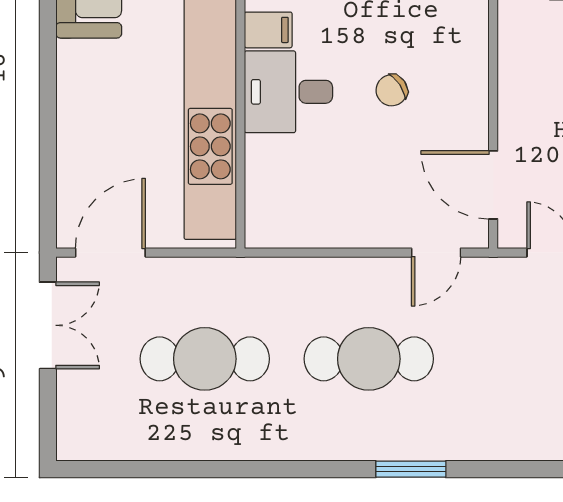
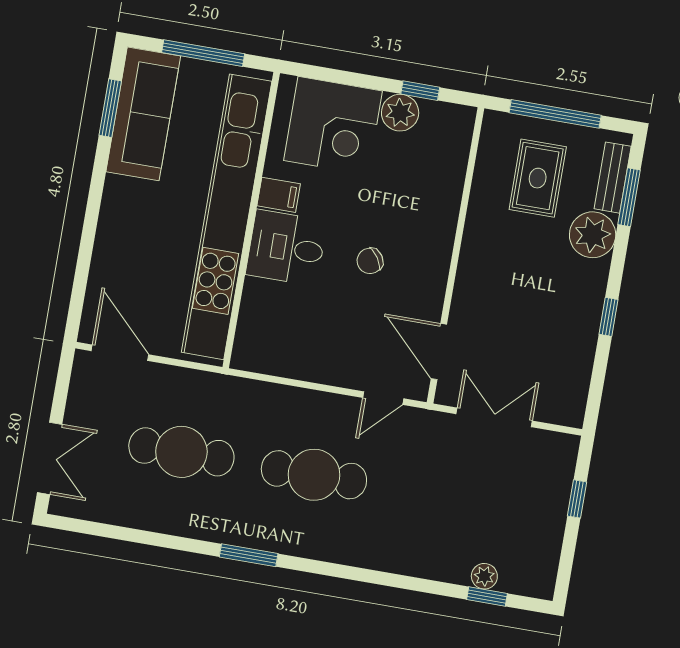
door: (110, 253) -> (120, 353), hinge flipped
double door: (48, 325) -> (50, 458), moved
window: (411, 469) -> (249, 555), moved

